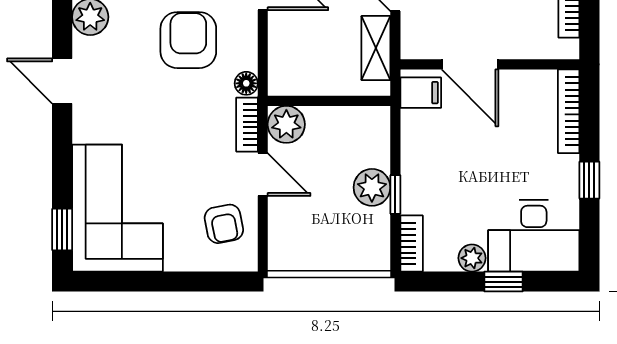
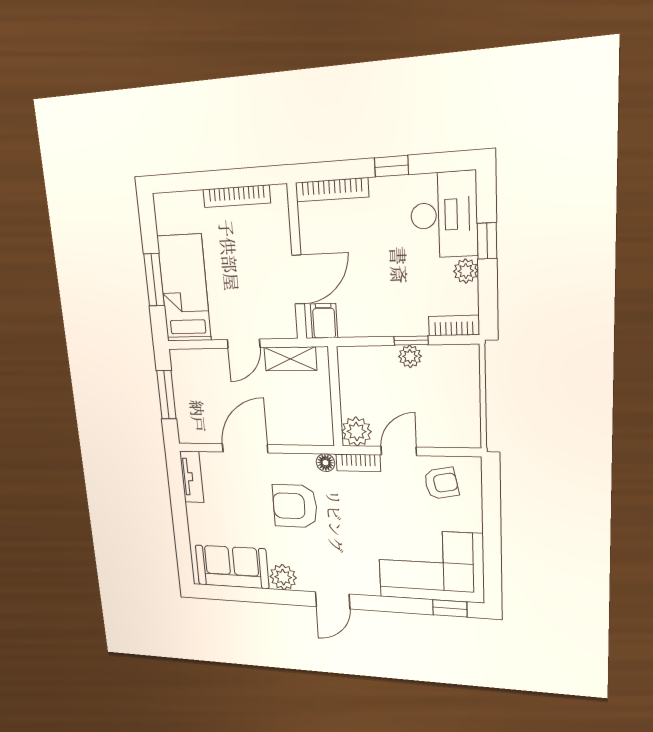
plant: (372, 187) -> (410, 356), width x0.73, depth x0.73

